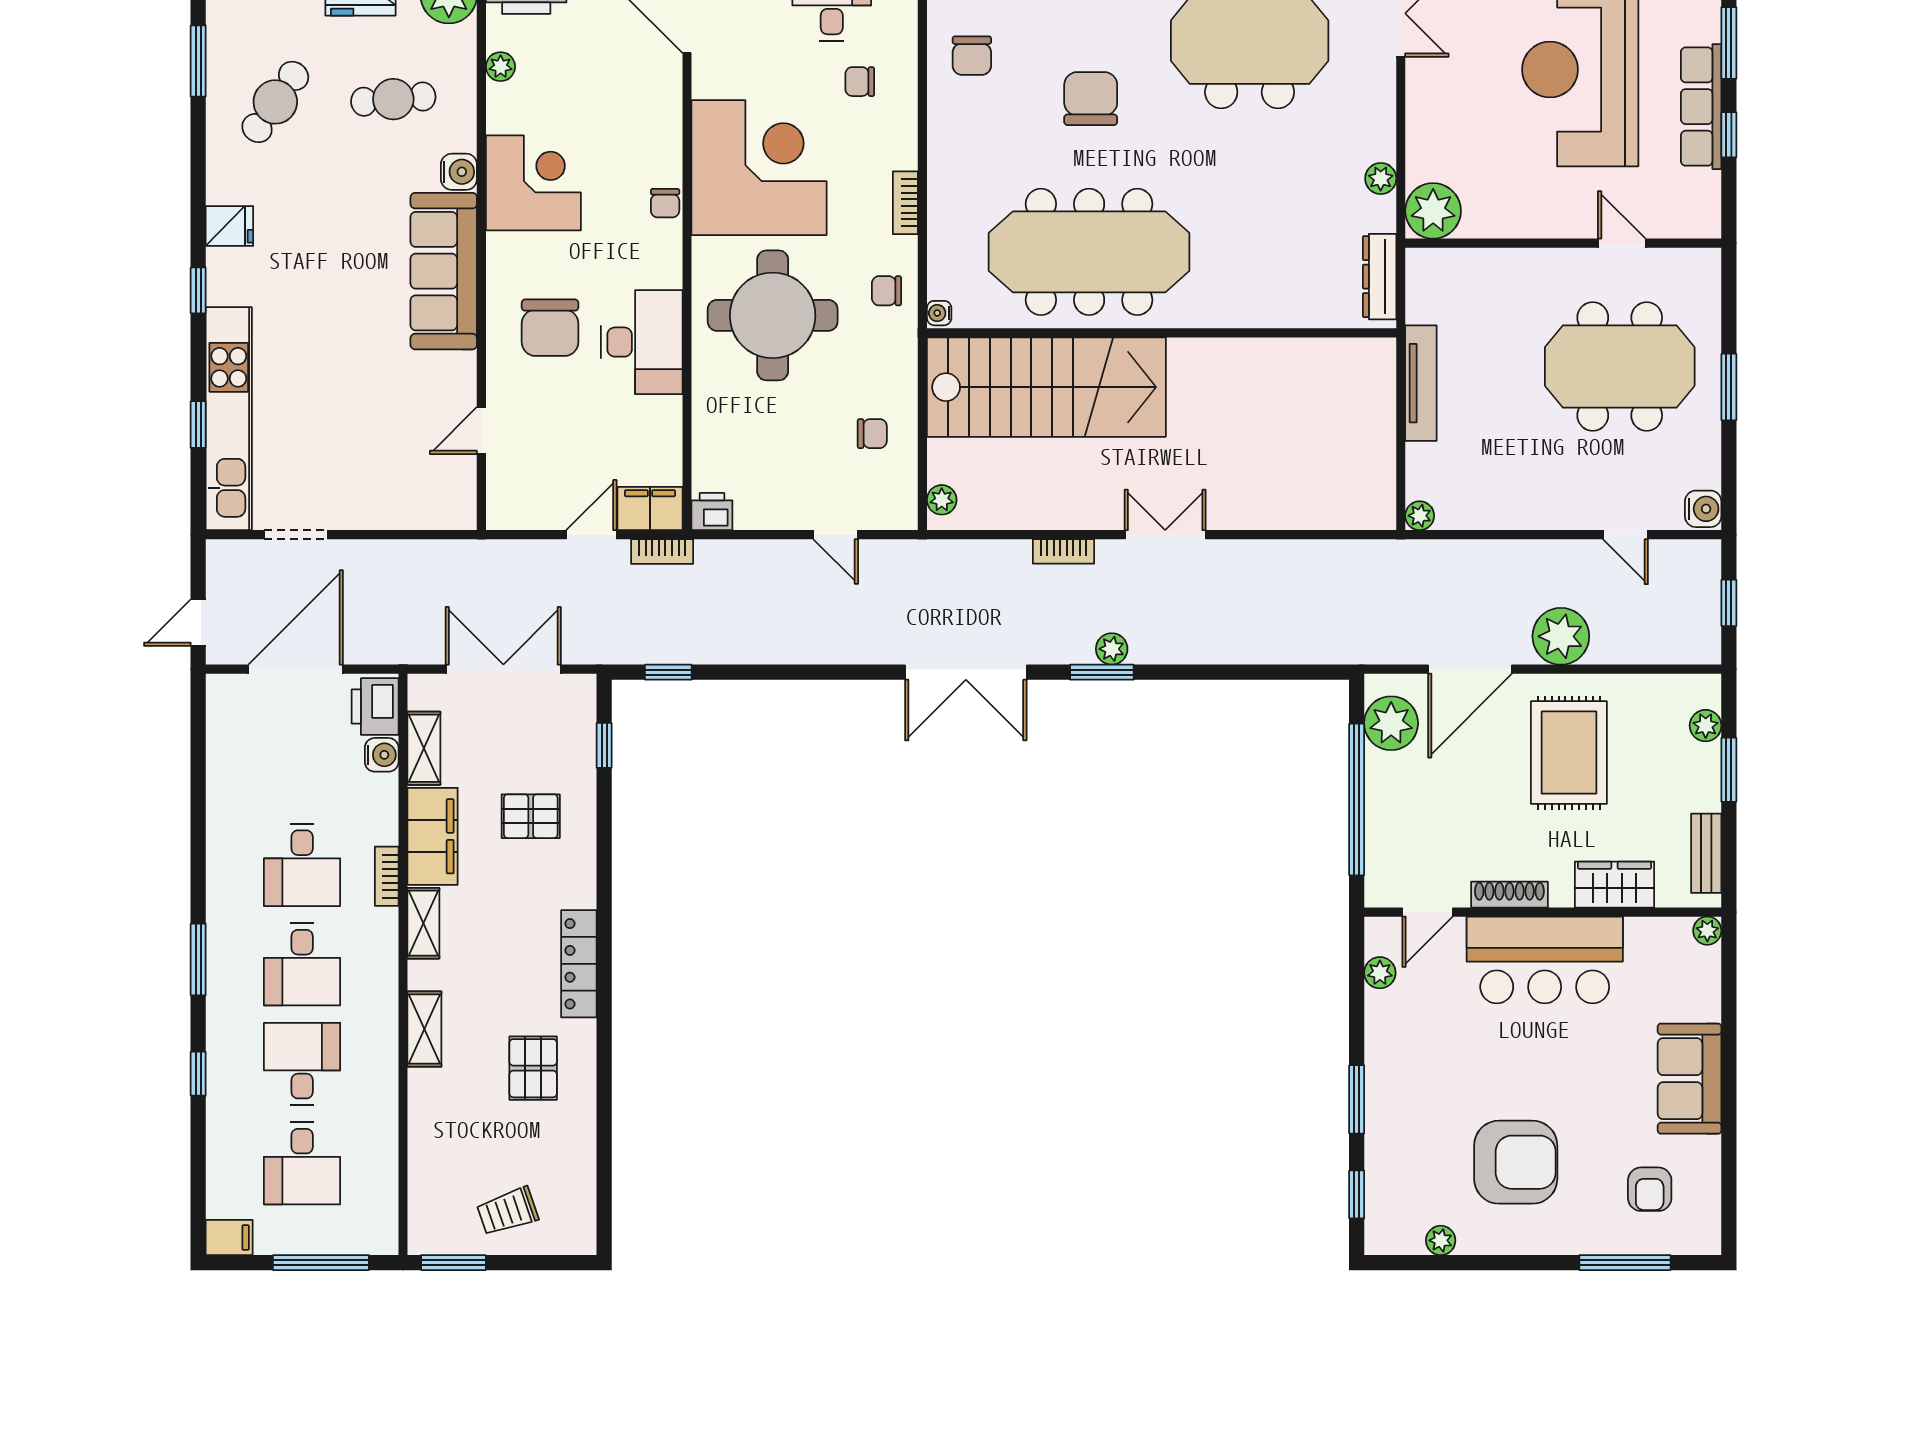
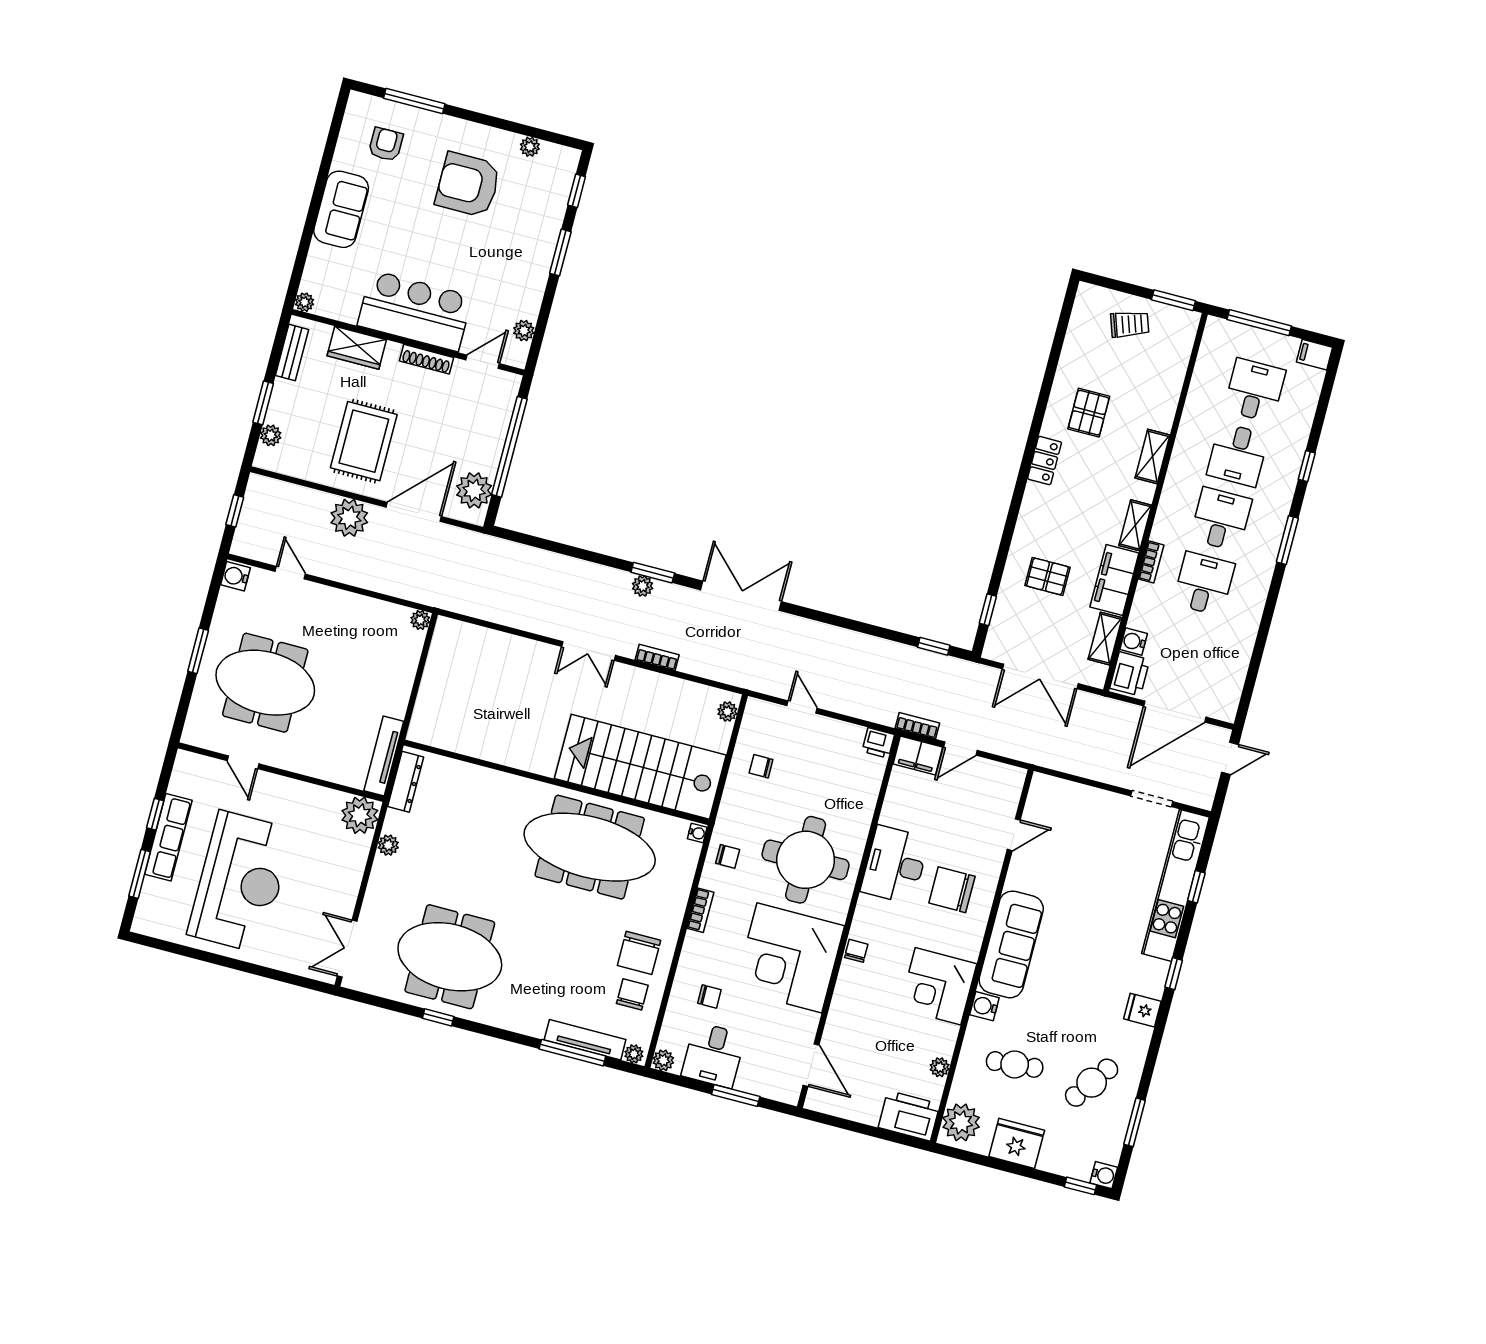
chair: (1091, 99) -> (639, 953), moved
chair: (550, 328) -> (952, 890), turned -90
tv unit: (1421, 383) -> (384, 756), moved
locker: (579, 964) -> (1045, 461), width x0.66

